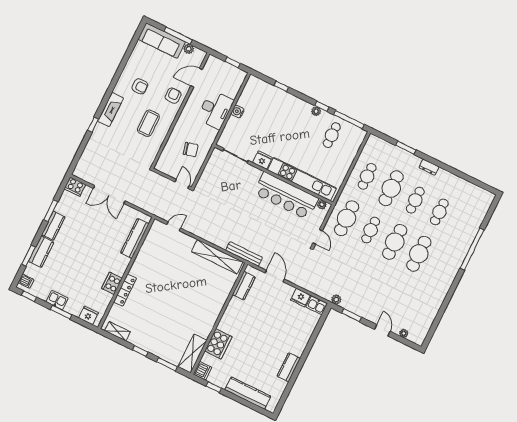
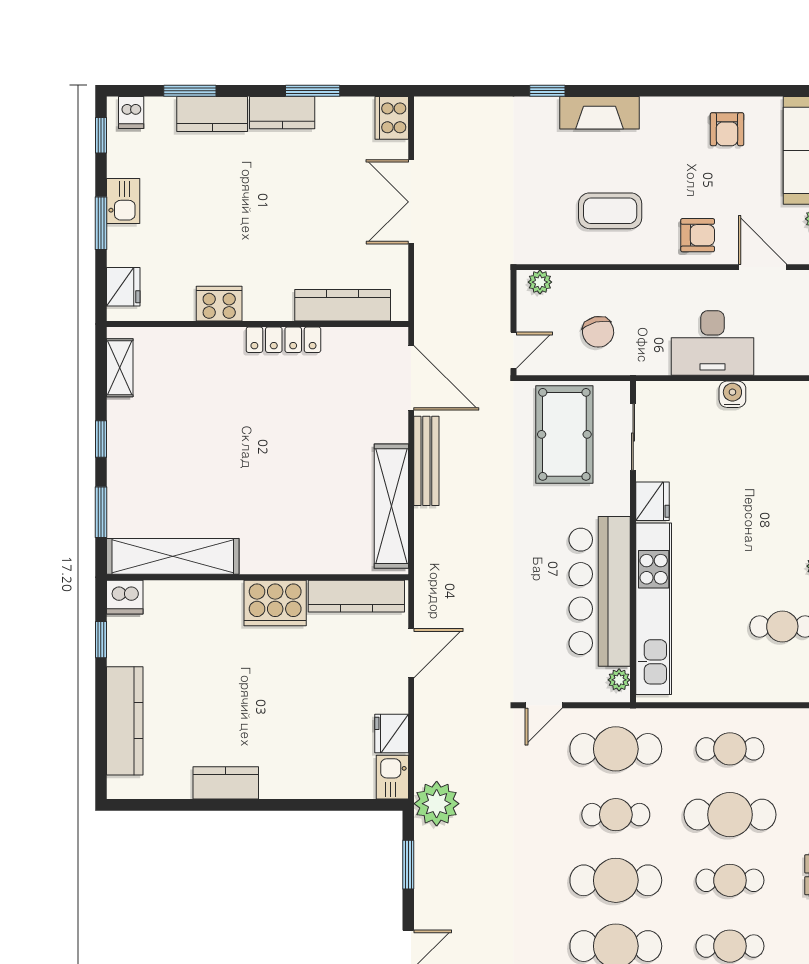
armchair: (140, 86) -> (727, 129), moved
plant: (162, 162) -> (540, 282), added
pool table: (222, 180) -> (564, 434), added
door: (174, 226) -> (411, 378), width x1.87
bench: (244, 254) -> (426, 461), moved
kitchen counter: (244, 286) -> (356, 596), width x1.50
locker: (125, 290) -> (283, 340), moved
plant: (336, 300) -> (437, 804), width x1.87, depth x1.87
cooker: (218, 344) -> (275, 603), moved
shelving: (192, 354) -> (173, 556), width x1.47

